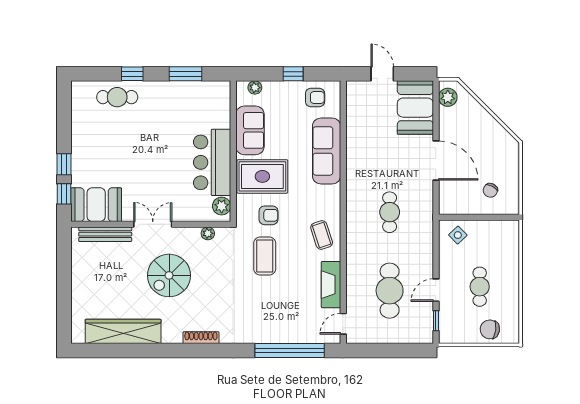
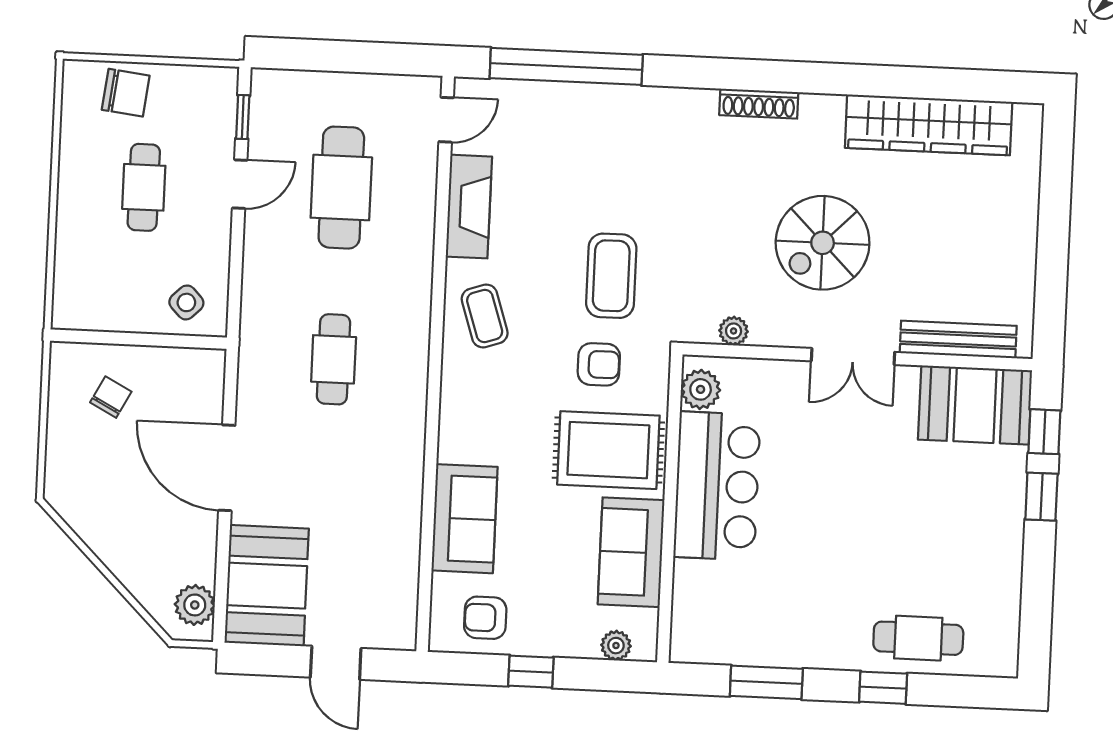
sofa: (327, 151) -> (464, 519), width x0.73
armchair: (268, 215) -> (599, 364), turned 180
spiral stairs: (169, 275) -> (823, 243), turned 180

